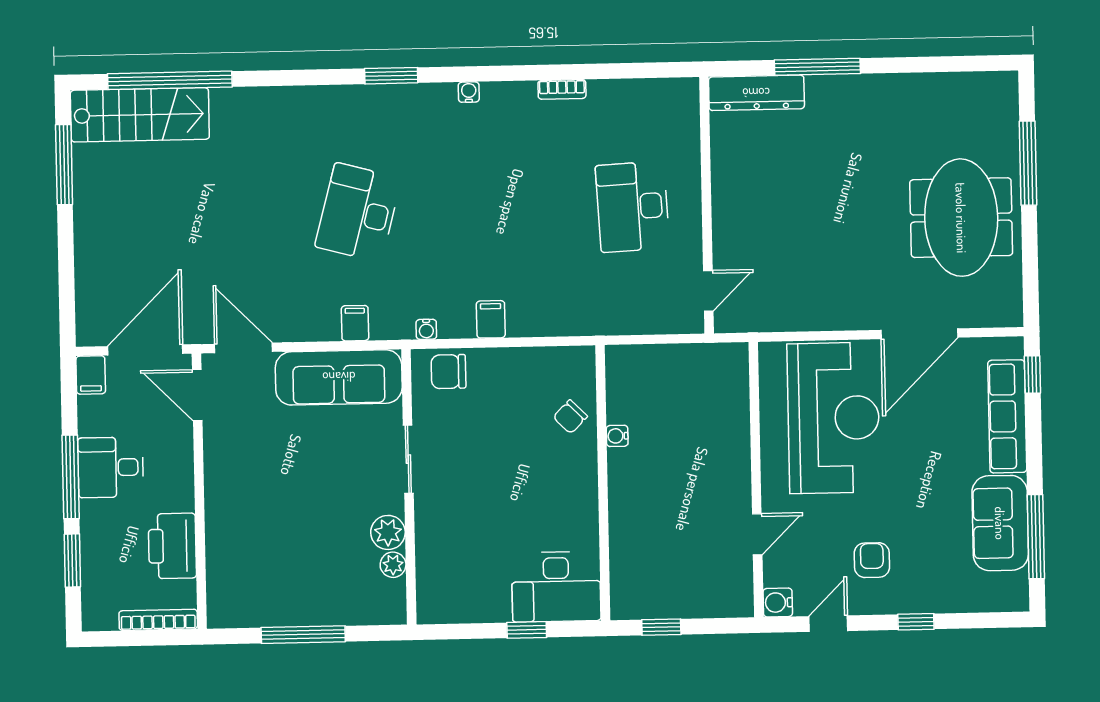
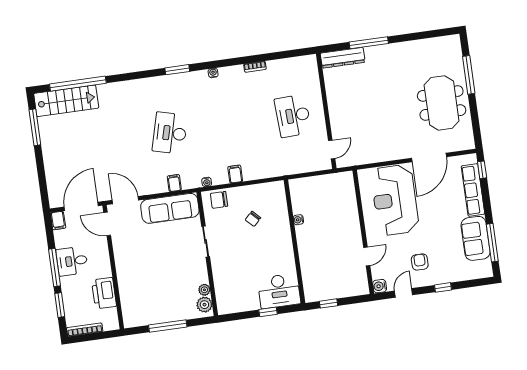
chair: (570, 417) -> (253, 219), moved
reception desk: (834, 418) -> (395, 200), turned 180
plant: (388, 532) -> (204, 305), moved
bookcase: (158, 620) -> (85, 330), moved

